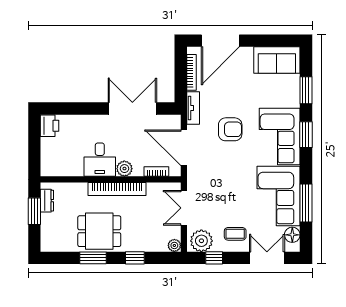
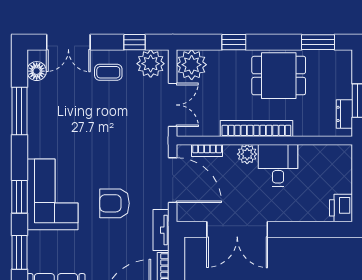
corner sofa: (279, 196) -> (54, 120), removed
plant: (174, 245) -> (192, 65), width x1.87, depth x1.87
window: (93, 258) -> (318, 42), moved

